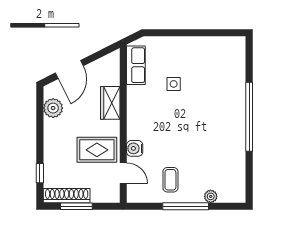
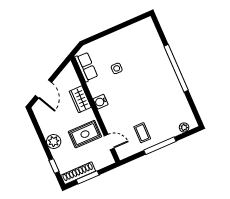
plant: (53, 108) -> (54, 142), moved
water cooler: (135, 148) -> (101, 102), moved
plant: (211, 196) -> (184, 127), moved

